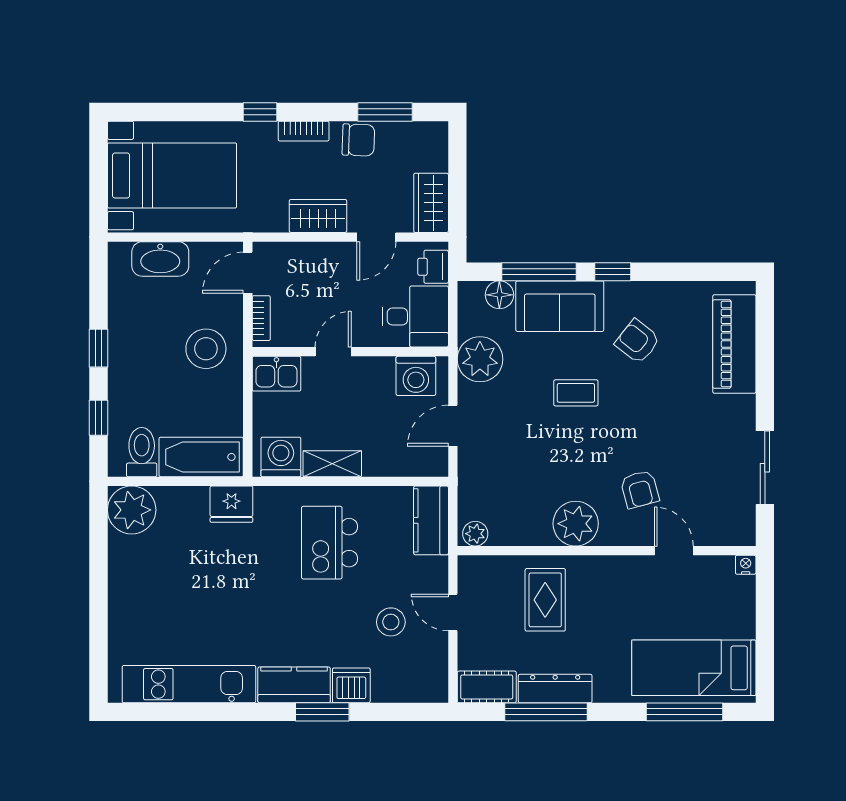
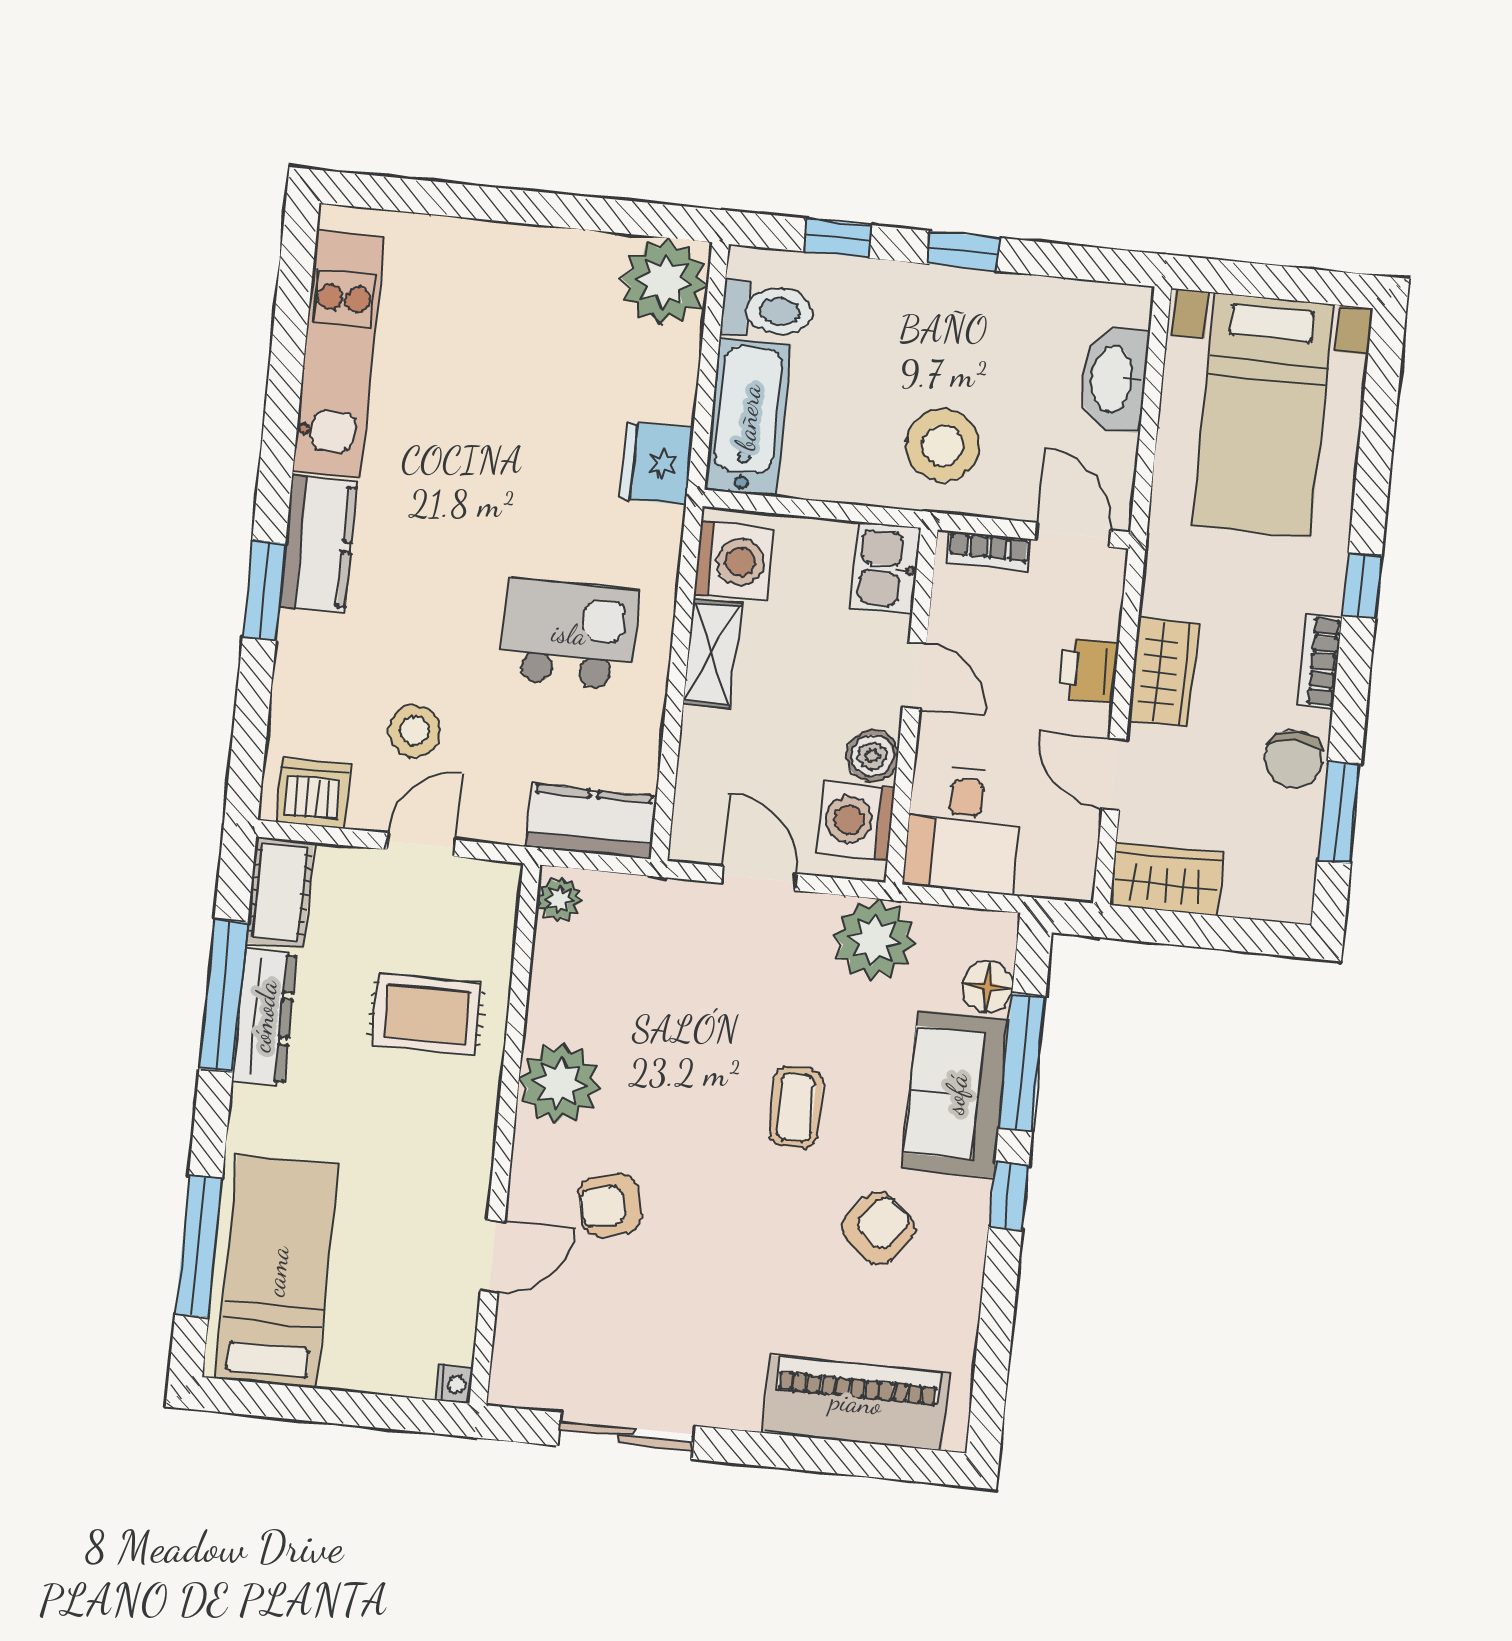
printer: (433, 267) -> (1089, 670), moved, turned -90
boiler: (380, 370) -> (872, 756), added
dishwasher: (351, 685) -> (313, 794), moved, turned -90

